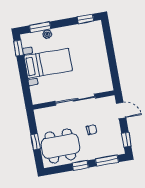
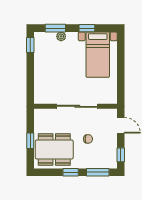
window: (86, 19) -> (87, 28), moved
bed with nightstands: (48, 63) -> (98, 55), moved, turned 90

